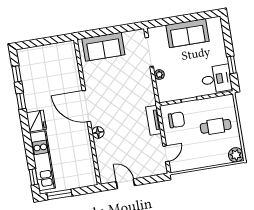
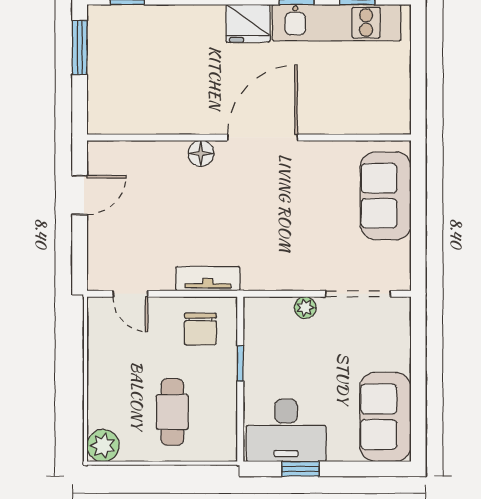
sofa: (187, 33) -> (385, 417), moved
desk: (216, 79) -> (286, 430), width x1.37
kitchen unit: (42, 161) -> (336, 23), moved

